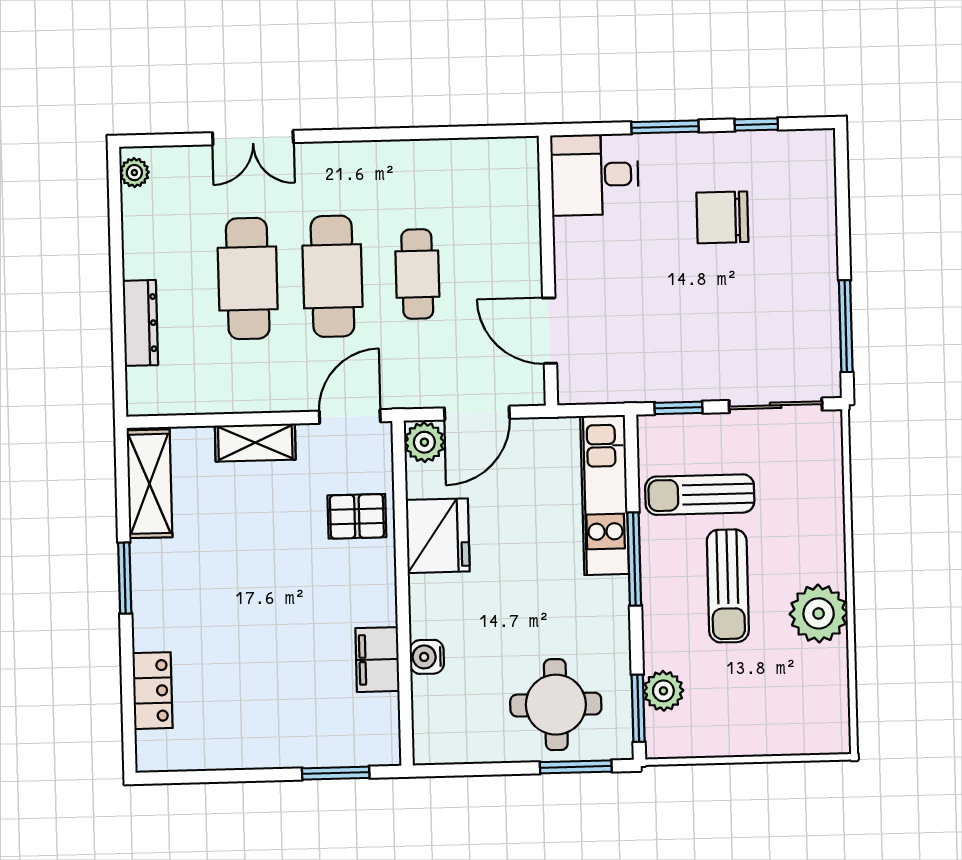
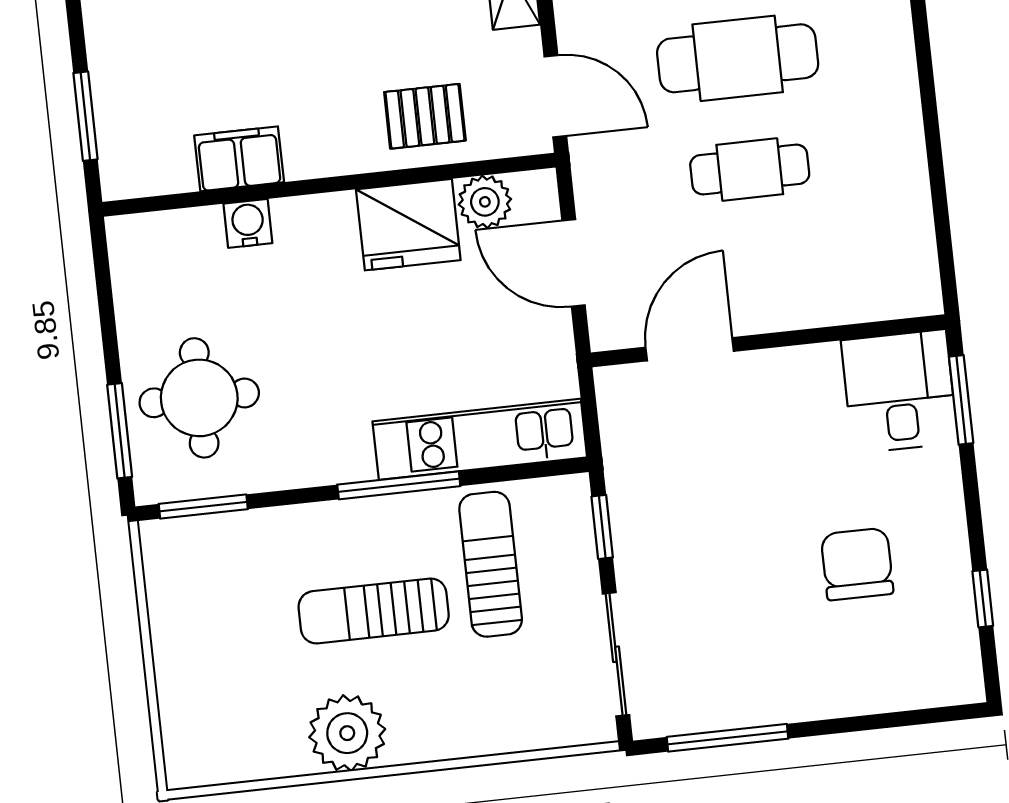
window: (665, 127) -> (961, 400), moved
plant: (424, 442) -> (485, 202), moved
pallet: (357, 516) -> (425, 116), turned 90
plant: (663, 691) -> (229, 538), removed

